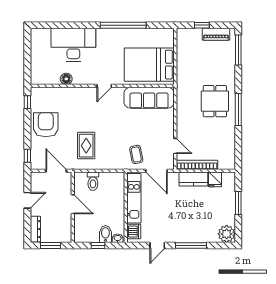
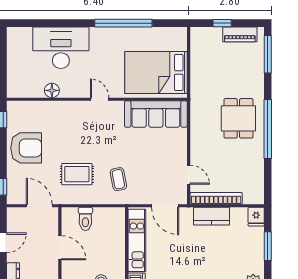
door: (104, 86) -> (100, 99), swing flipped
window: (238, 110) -> (268, 129), width x1.46
armchair: (46, 125) -> (26, 148), turned 90
rug: (86, 146) -> (77, 174), turned 90
coffee table: (136, 154) -> (118, 179), moved
fridge: (215, 179) -> (256, 217), moved

